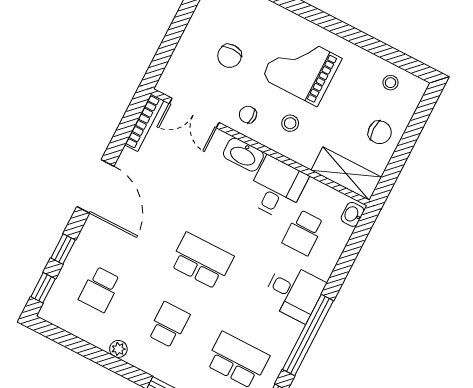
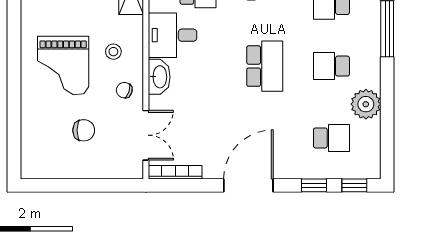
chair: (248, 115) -> (124, 90), turned 108
school desk: (202, 261) -> (265, 66), turned 180
plant: (118, 349) -> (366, 104), width x1.87, depth x1.87

